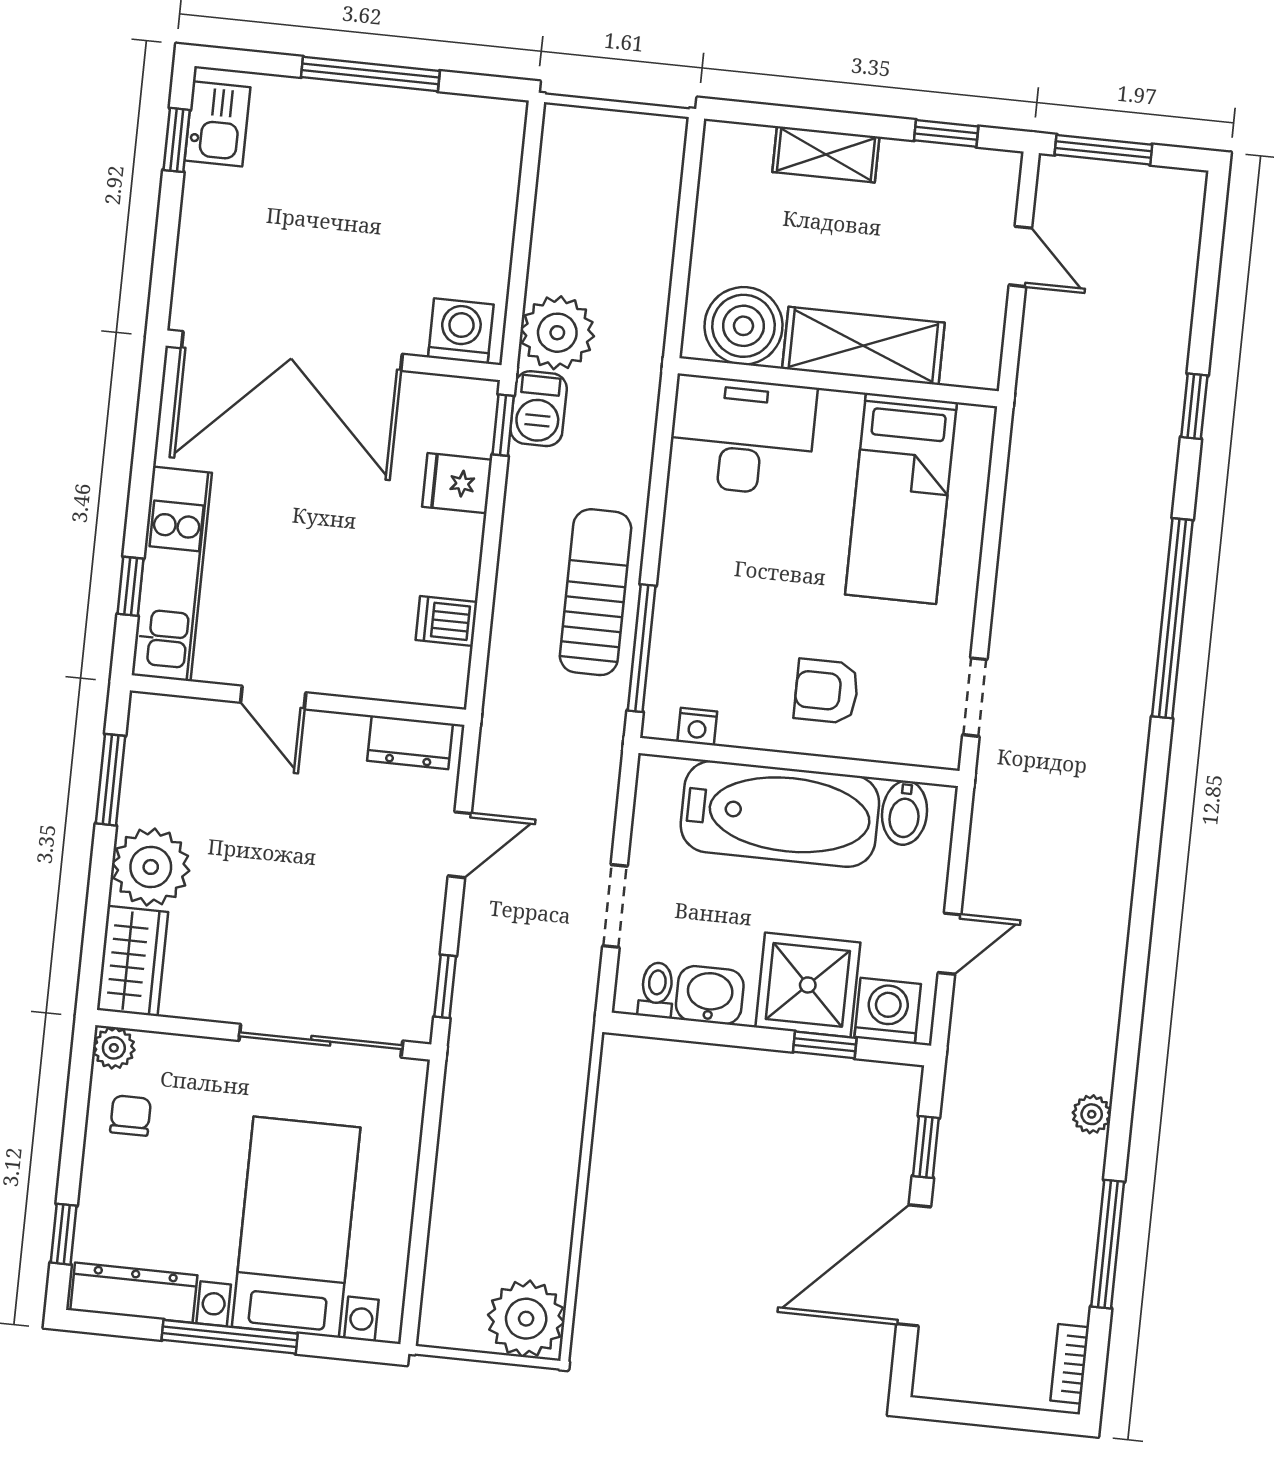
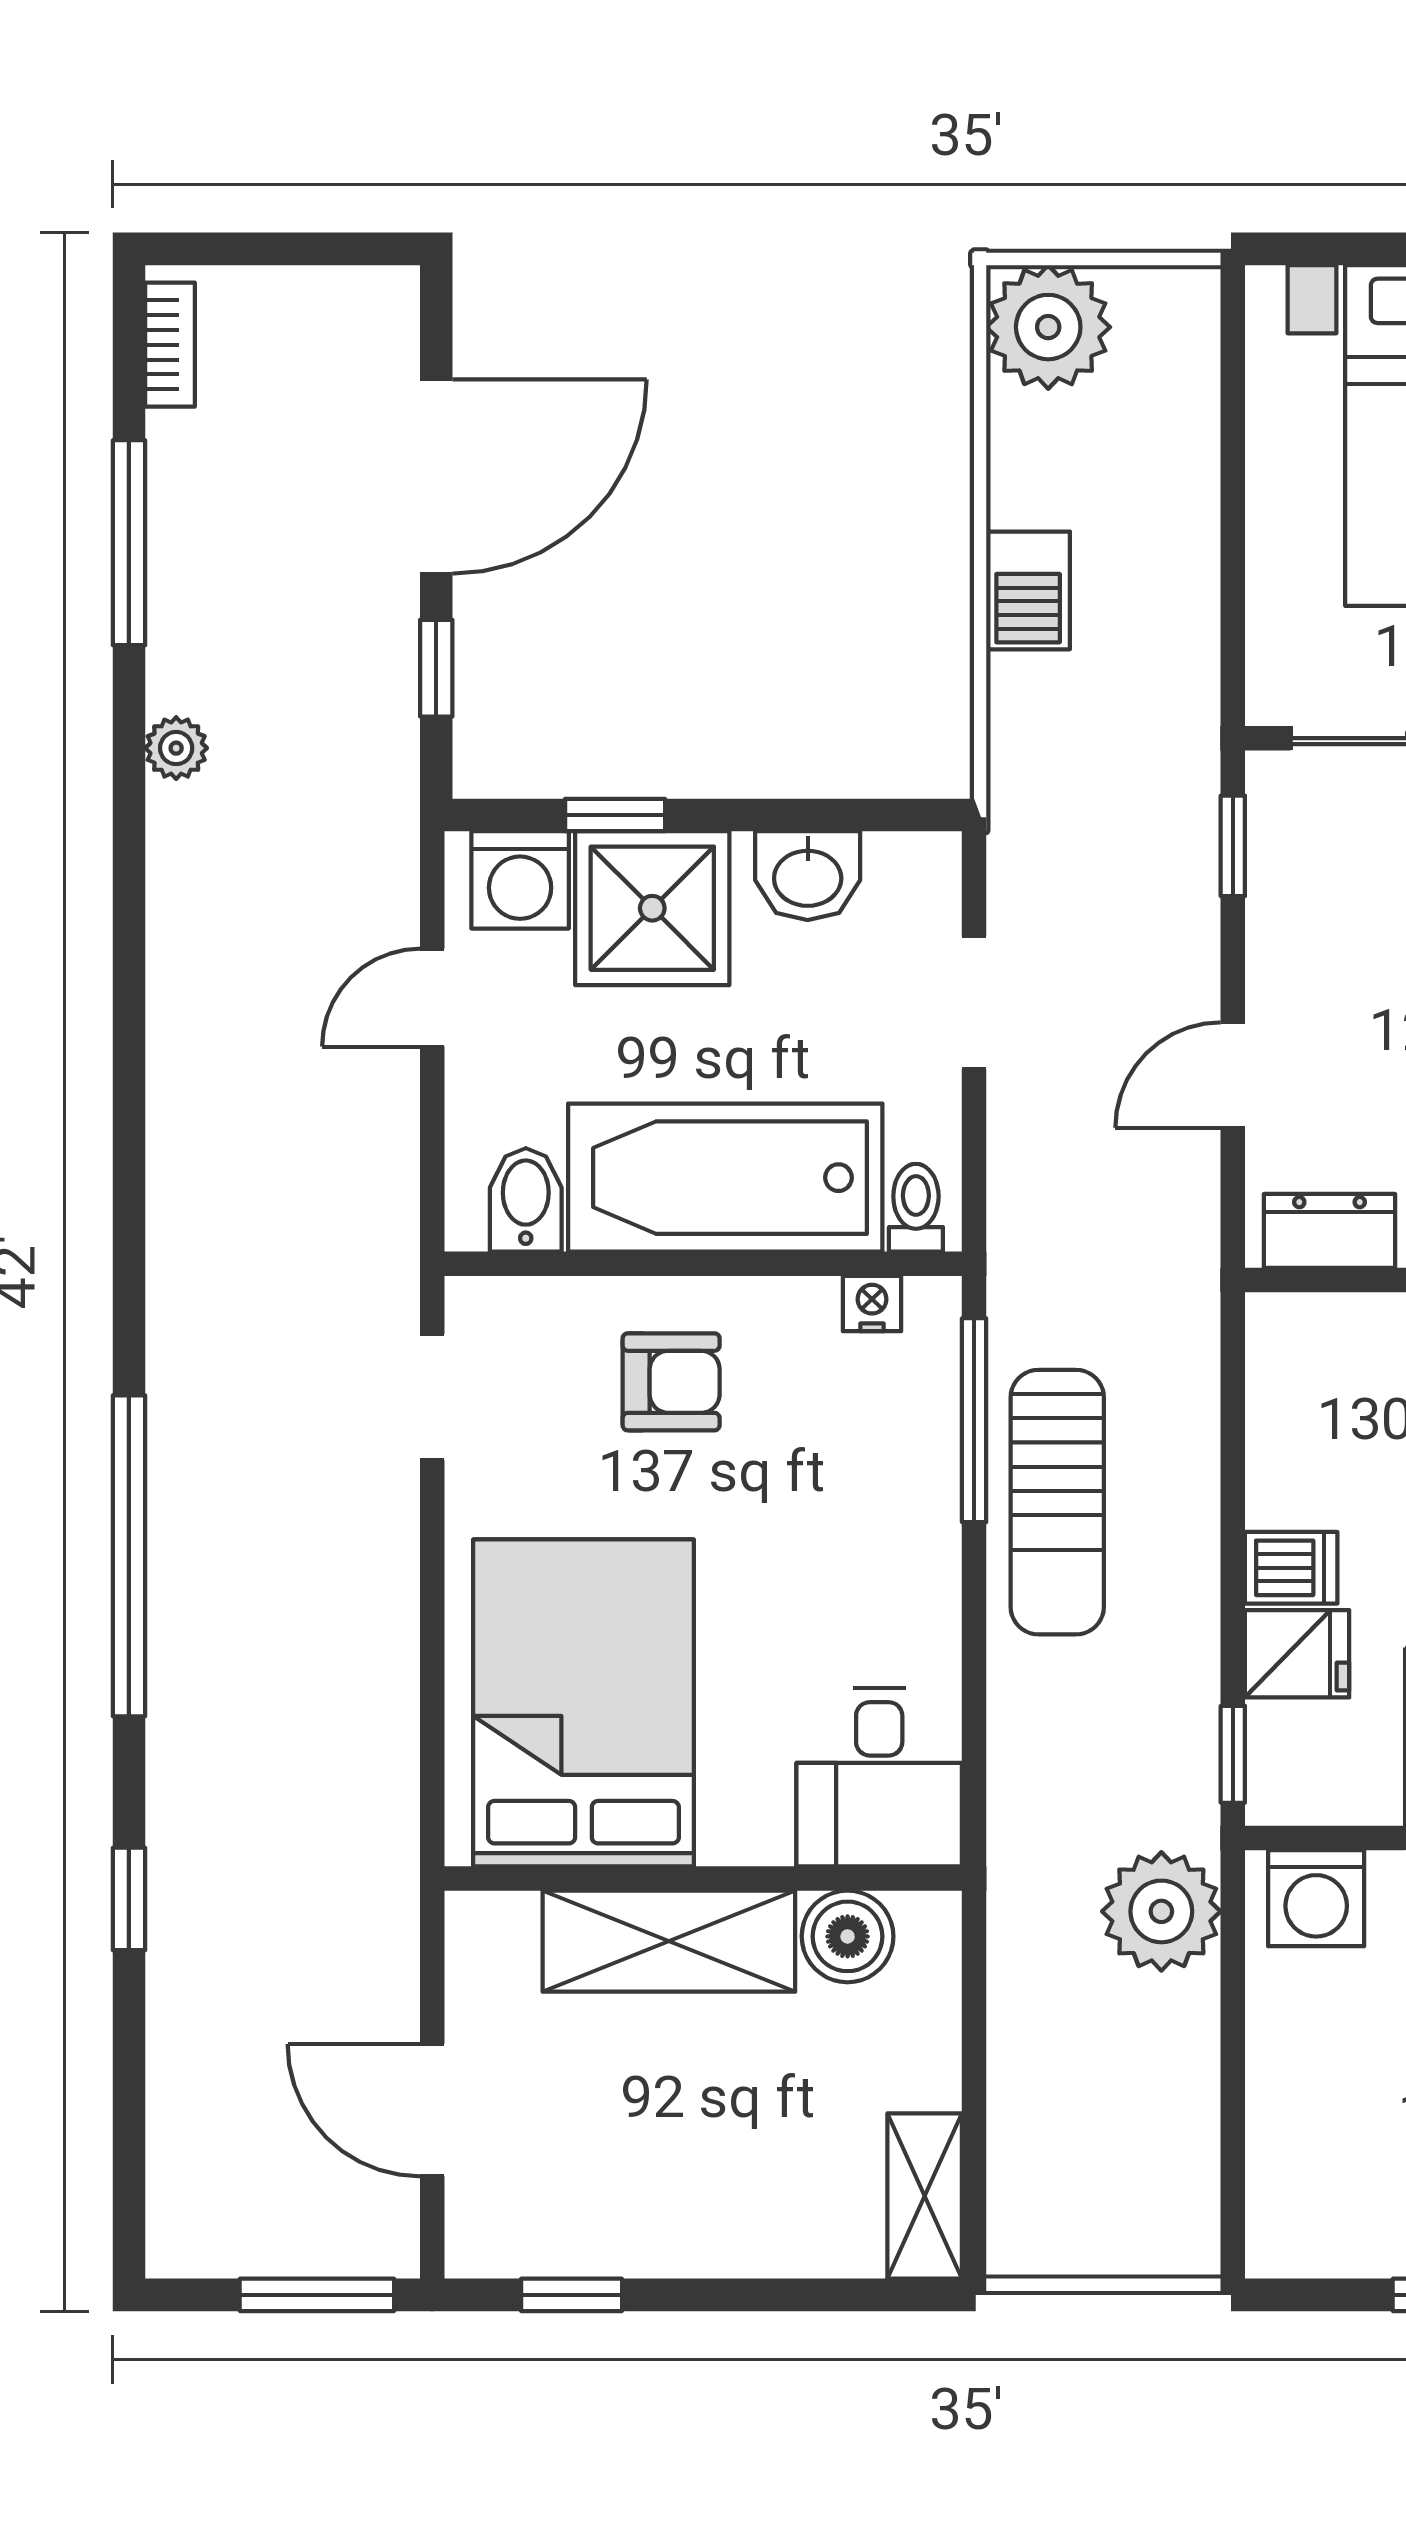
shelving: (826, 154) -> (925, 2196), moved, turned 90
door: (1020, 256) -> (432, 2110), width x1.38
boiler: (743, 326) -> (848, 1936), width x0.73, depth x0.73
barbecue: (539, 409) -> (1028, 590), moved, turned 180
desk: (742, 436) -> (879, 1777), width x0.73
bed: (901, 498) -> (583, 1703), width x1.50
dishwasher: (446, 621) -> (1291, 1568), moved
toilet: (657, 990) -> (916, 1208), moved, turned 180

